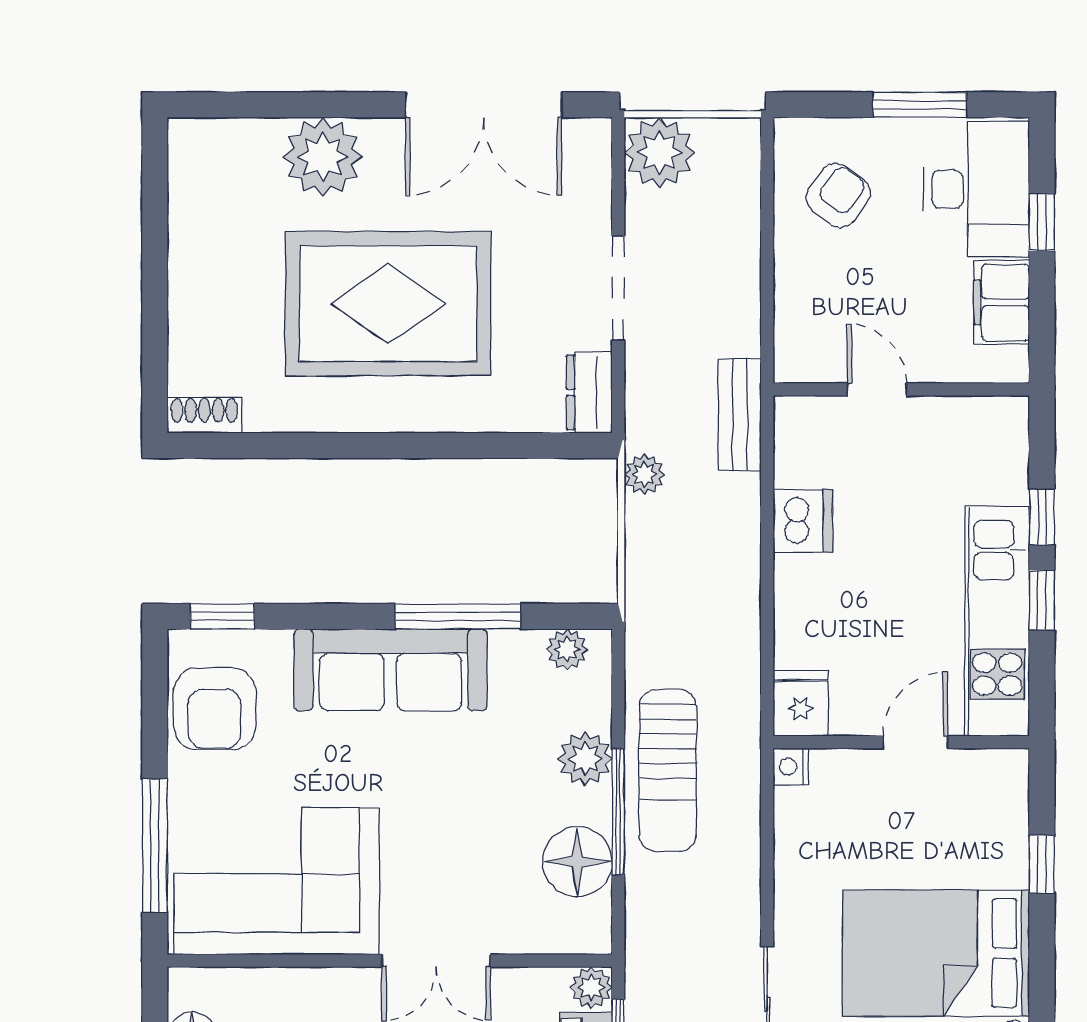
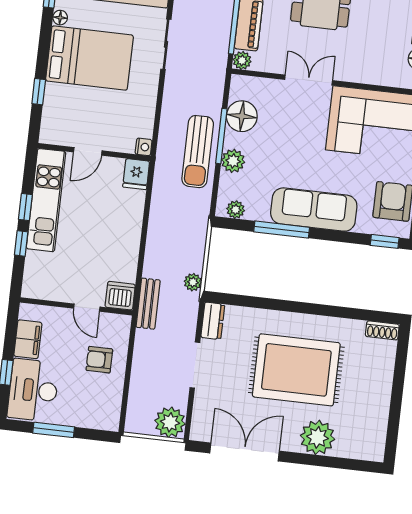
armchair: (838, 195) -> (99, 360), moved, turned 53
dishwasher: (803, 521) -> (120, 296), moved, turned 90
sun lounger: (668, 770) -> (198, 152), turned 180

